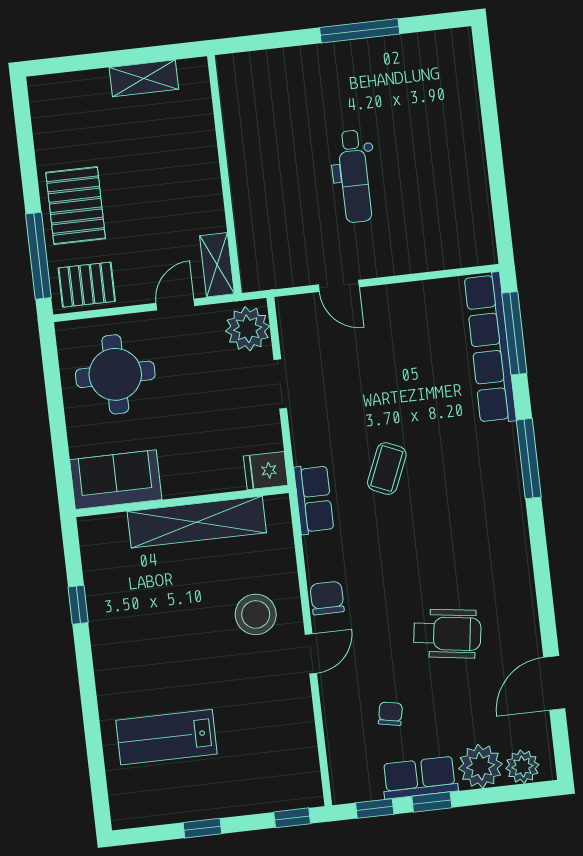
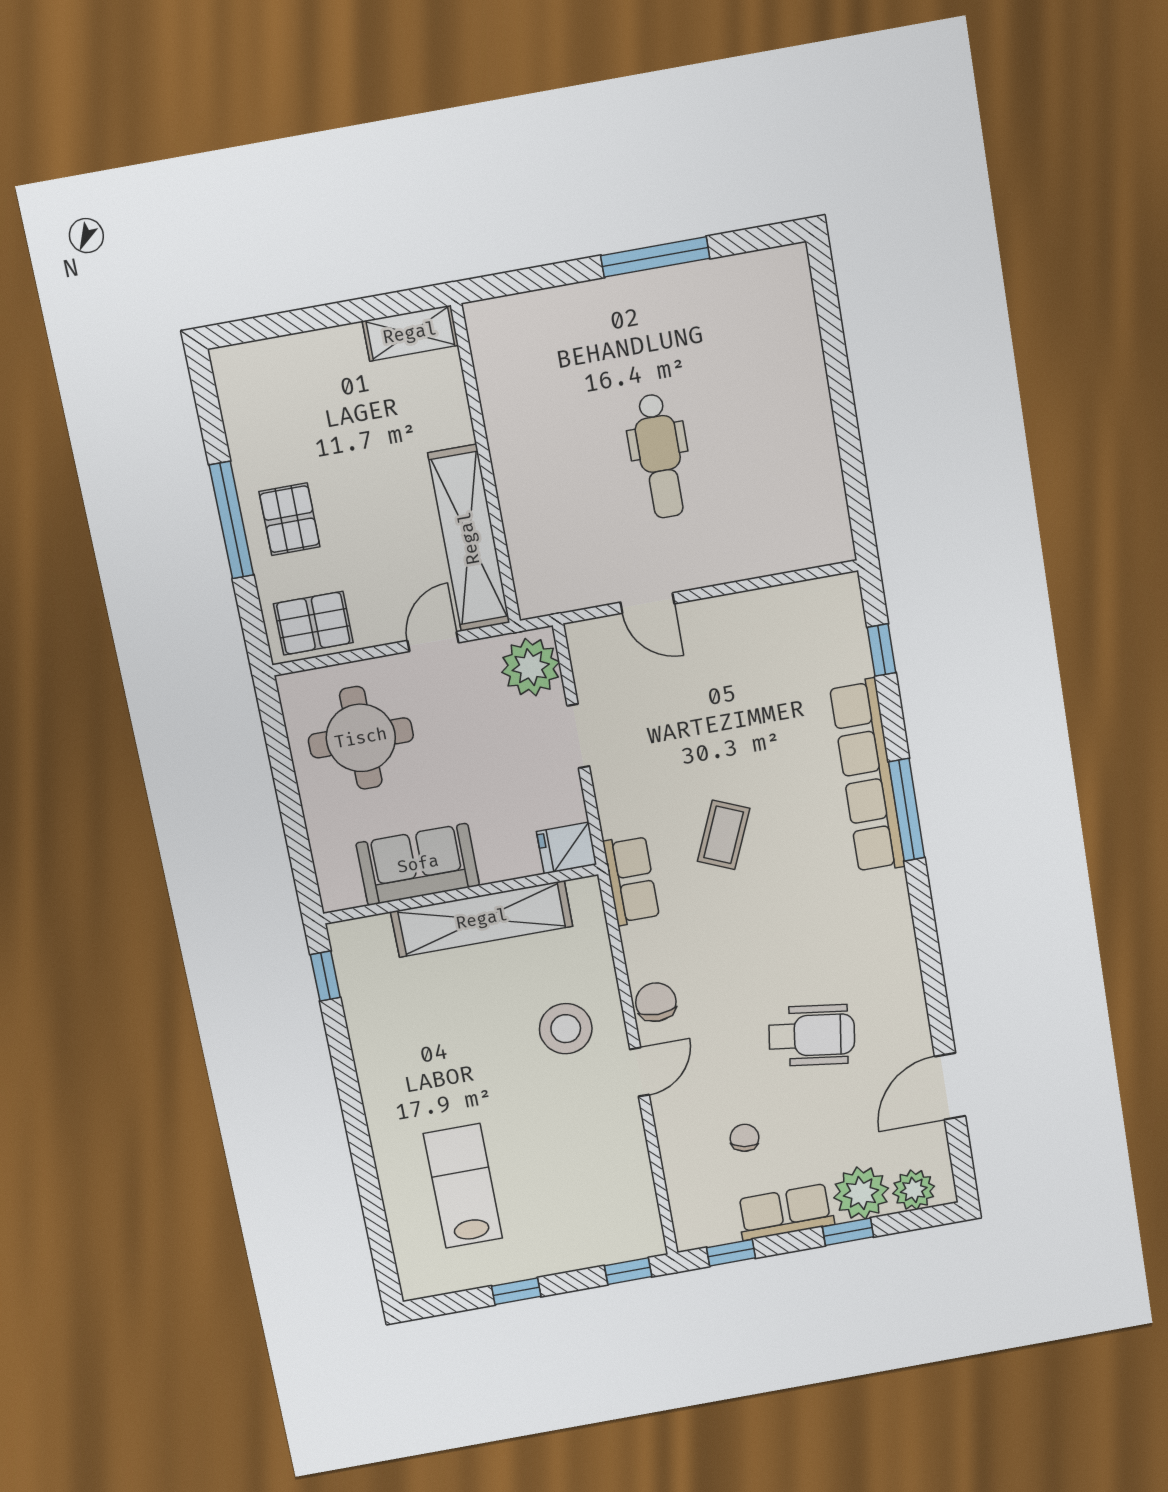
shelving: (144, 78) -> (410, 333), moved
pallet: (76, 206) -> (290, 519), width x0.67, depth x0.71
window: (38, 256) -> (231, 520), moved
shelving: (217, 265) -> (469, 538), width x2.20, depth x1.33
window: (514, 333) -> (882, 650), width x0.46
row of seats: (490, 348) -> (867, 777), moved
sofa: (116, 480) -> (418, 864), moved
window: (78, 605) -> (325, 976), moved
lab bench: (167, 737) -> (463, 1186), turned 90
window: (432, 802) -> (848, 1232), moved

